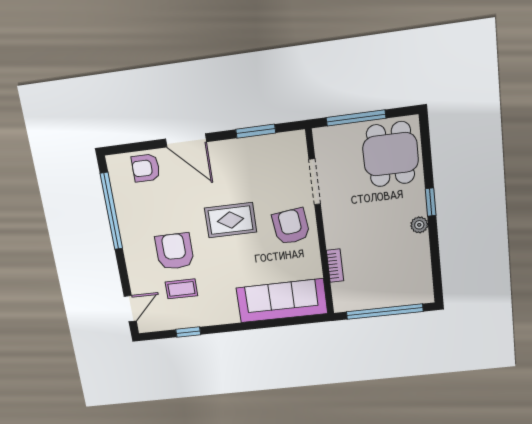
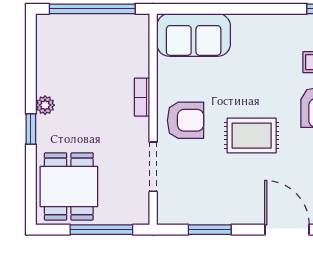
armchair: (291, 226) -> (185, 120), turned -83
bookcase: (335, 266) -> (142, 97), moved
sofa: (282, 301) -> (194, 35), width x0.73

